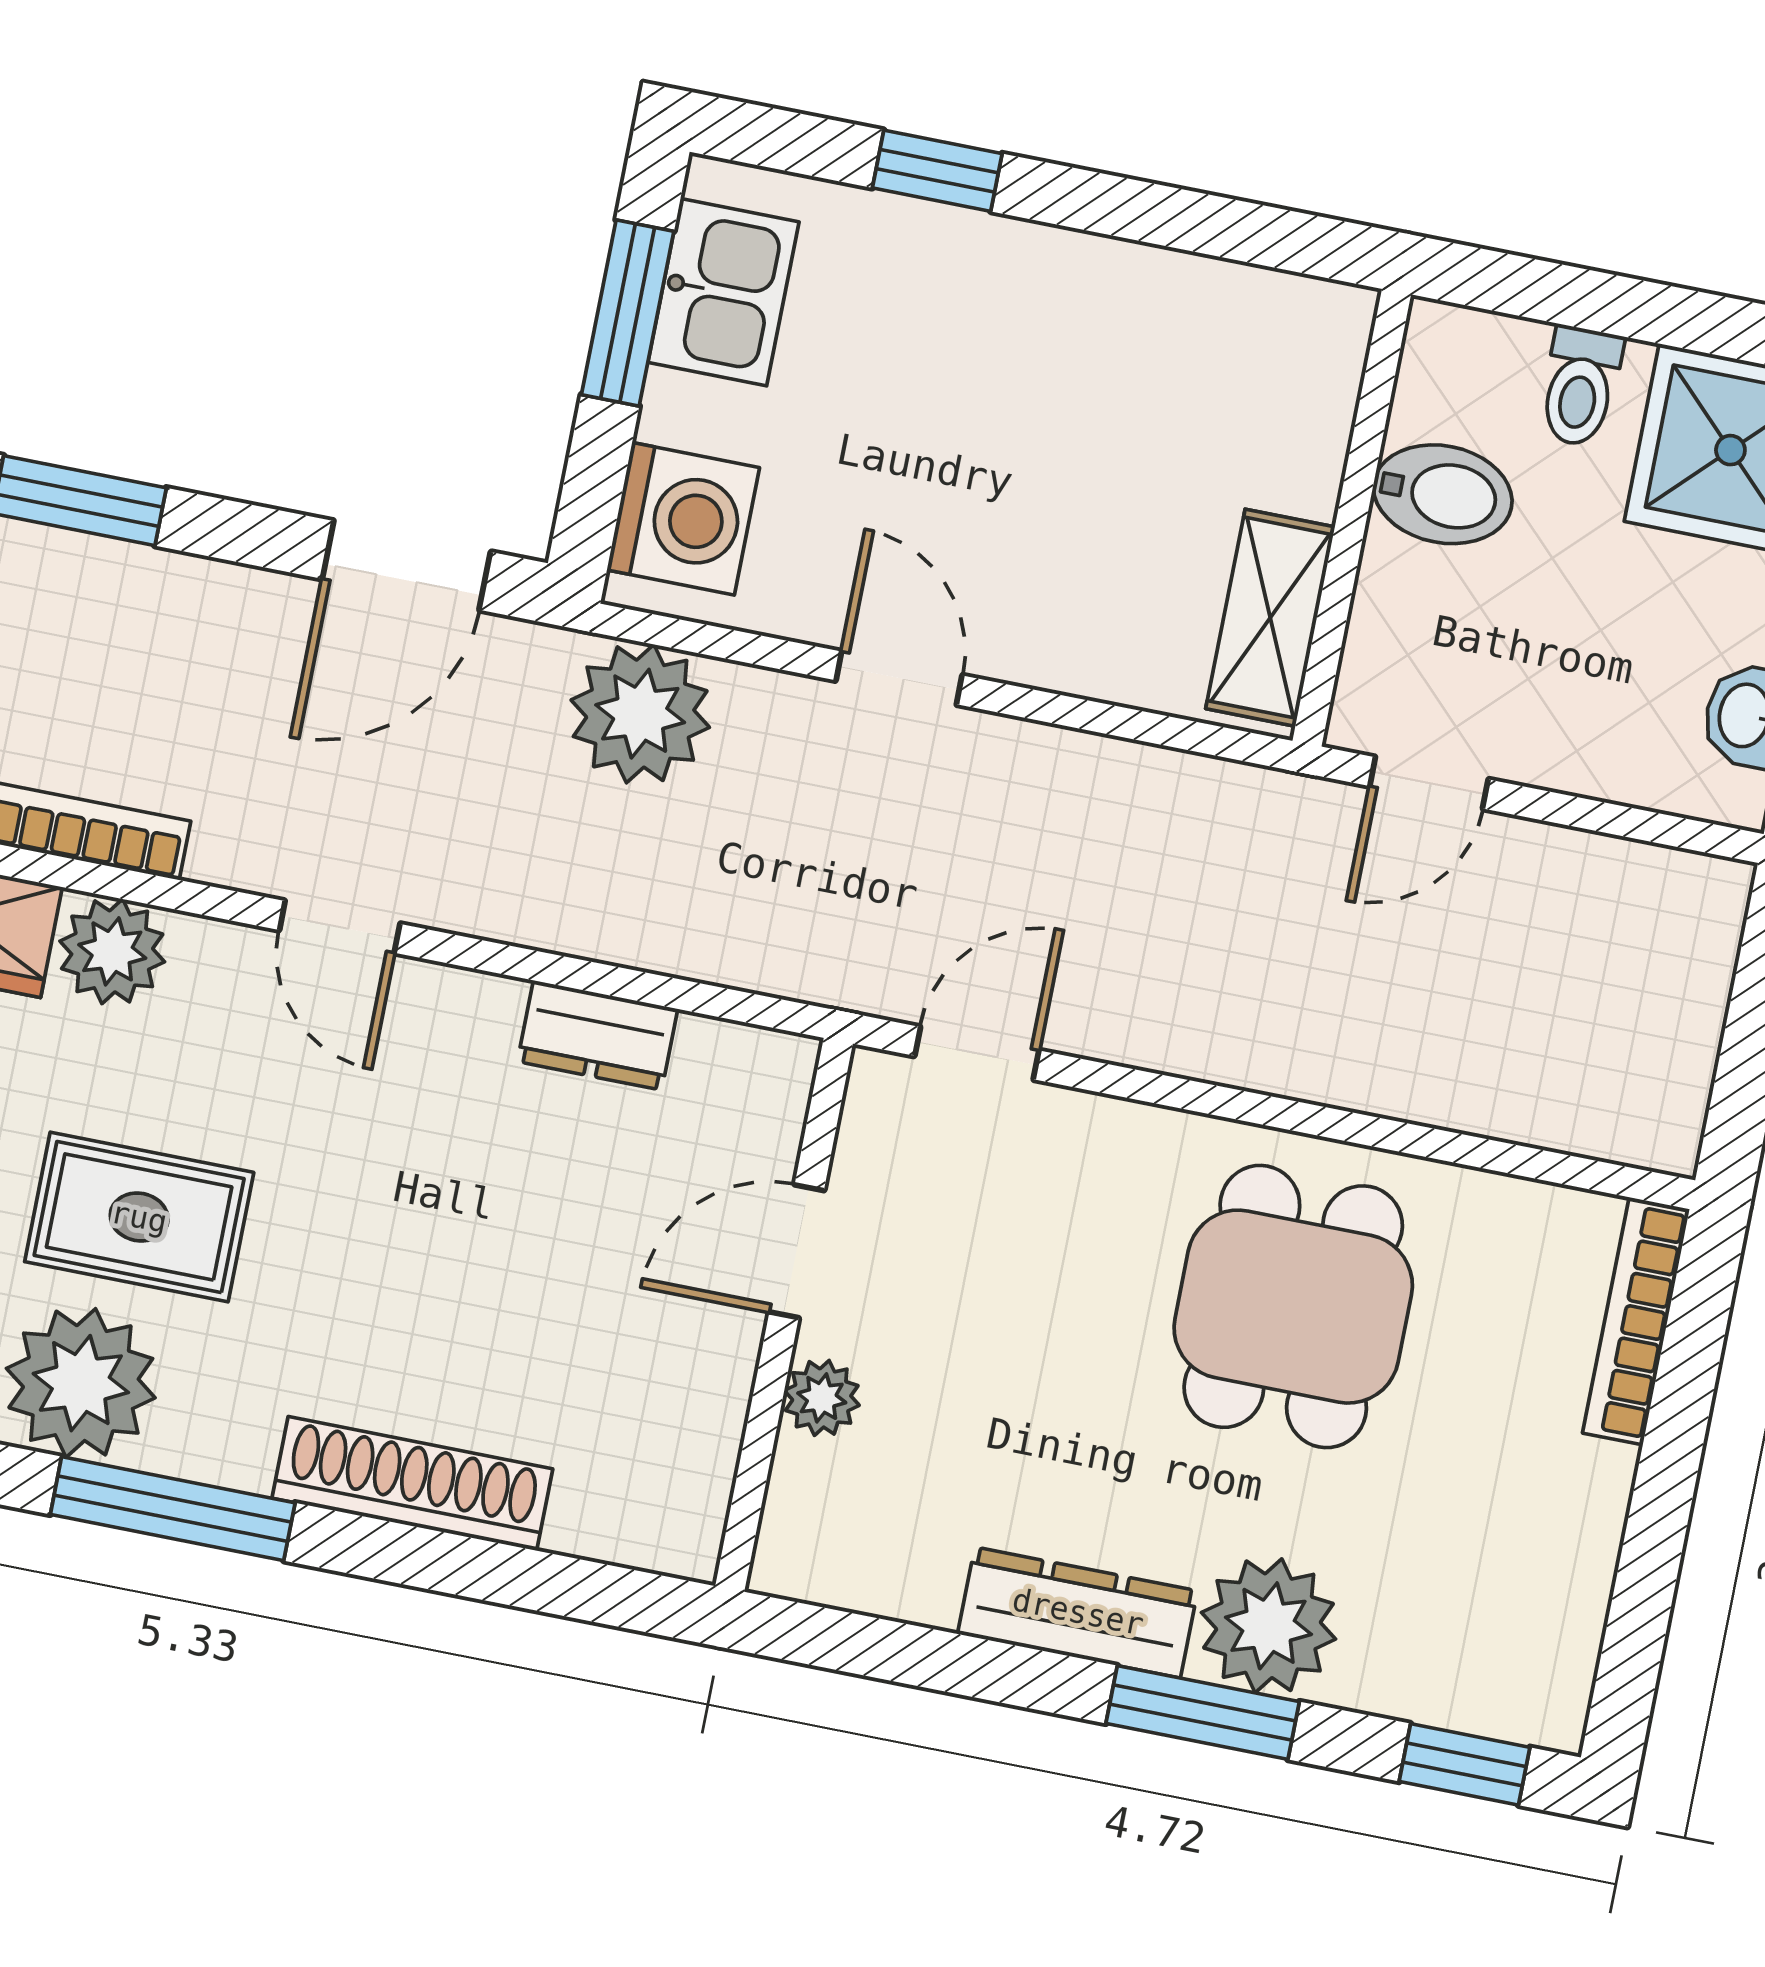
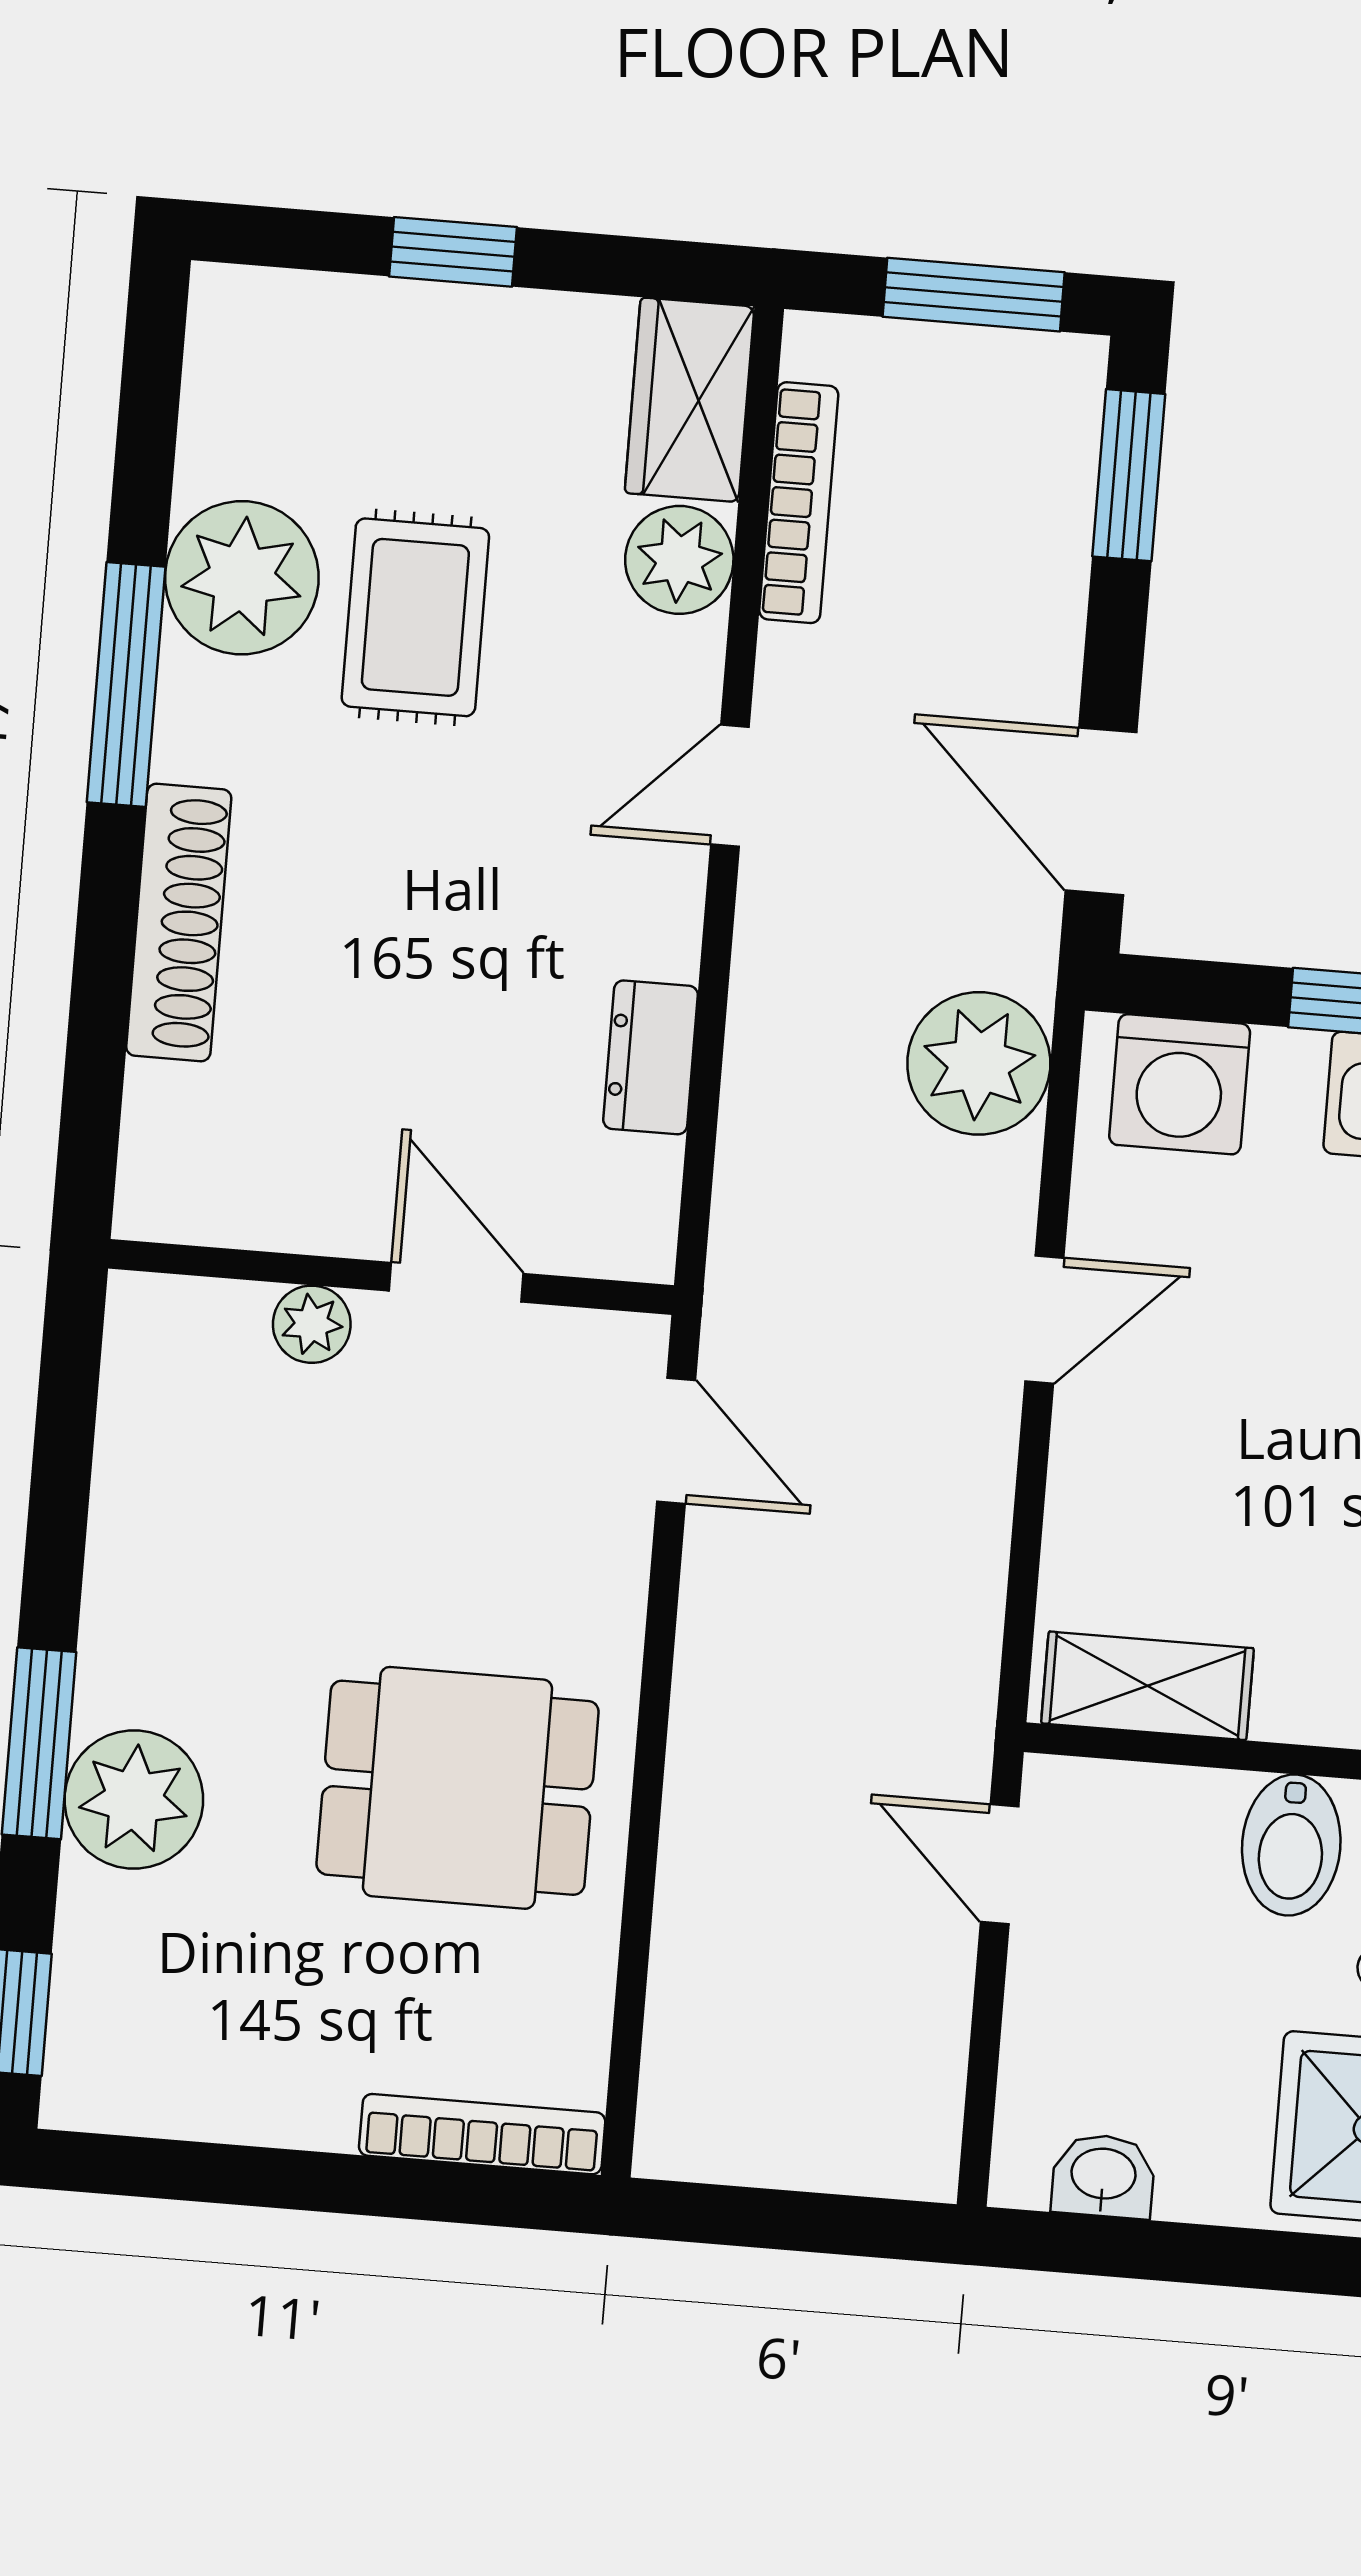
dresser: (1078, 1612) -> (125, 1606), removed

